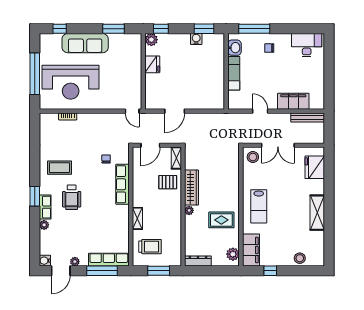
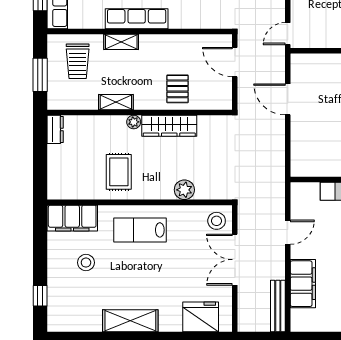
shelving: (176, 158) -> (116, 102), moved
row of seats: (123, 184) -> (137, 19), moved
plant: (233, 254) -> (184, 190), moved
stool: (300, 258) -> (86, 263), moved
dresser: (198, 261) -> (55, 129), width x0.70
window: (270, 271) -> (40, 296), moved

